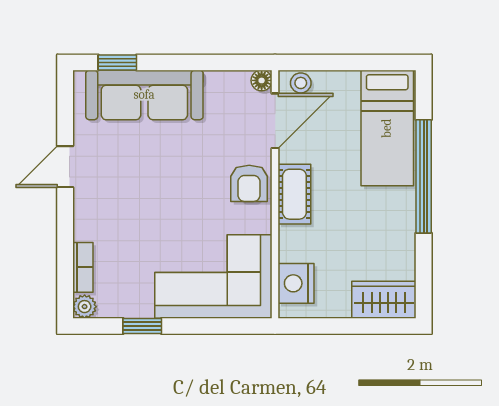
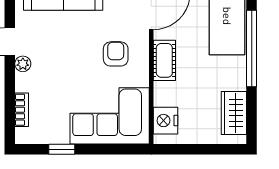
armchair: (249, 183) -> (116, 54), moved, turned 180
wardrobe: (384, 300) -> (234, 113), moved, turned -90
plant: (85, 307) -> (23, 64), moved

